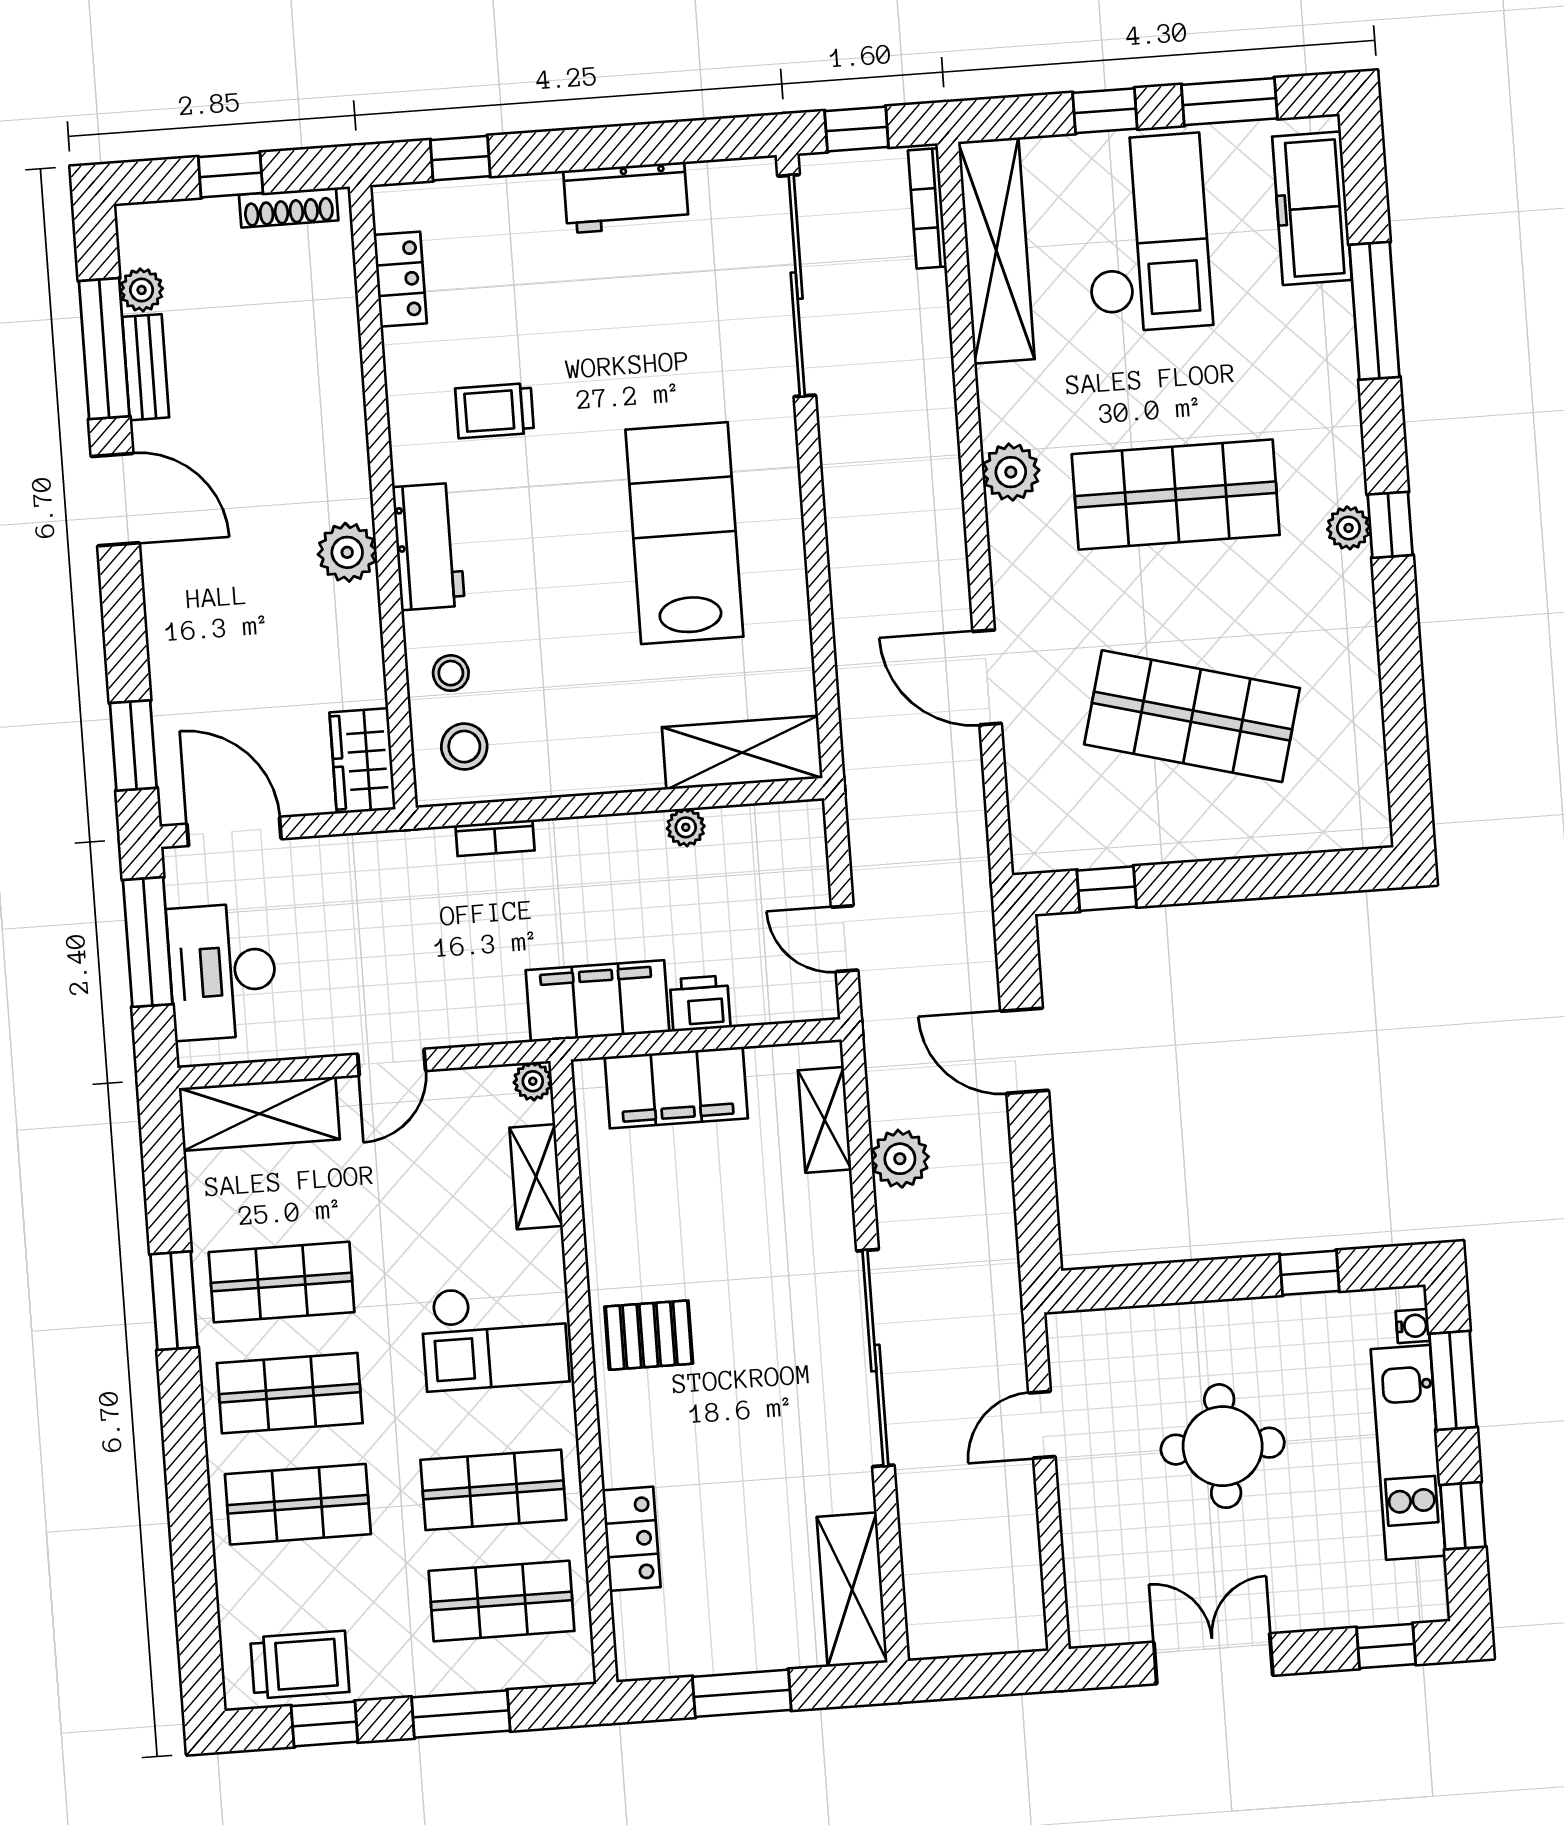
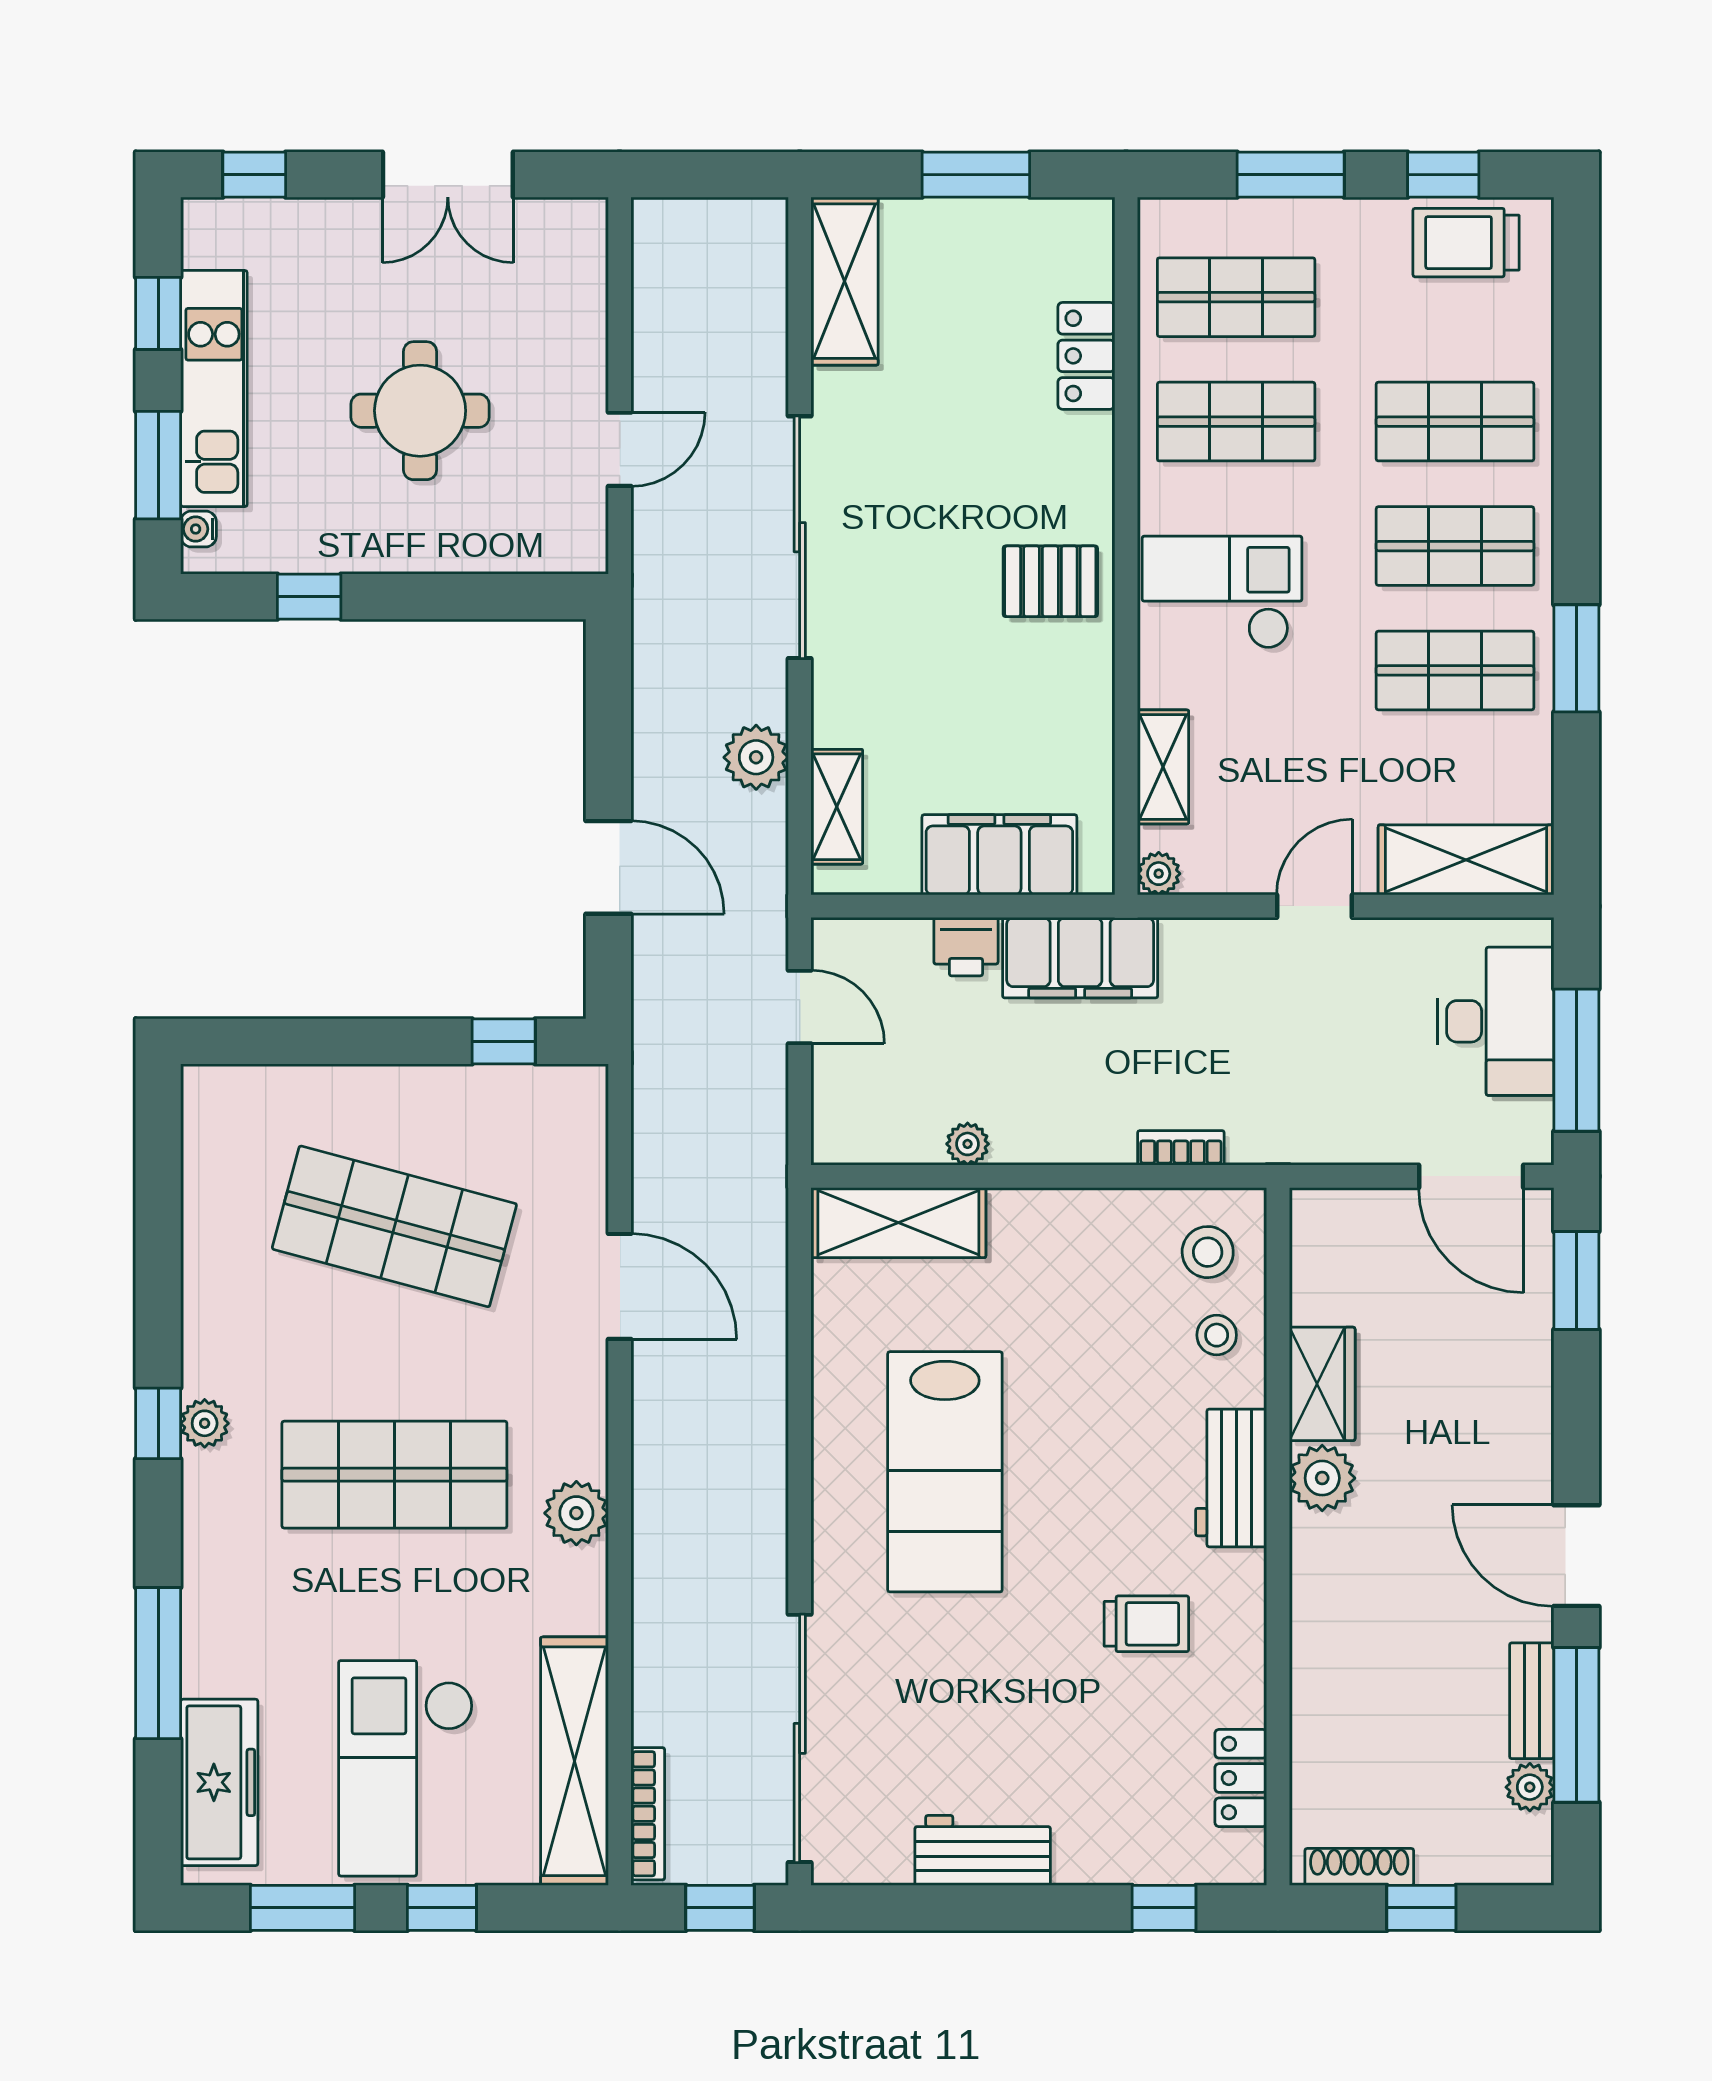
wardrobe: (363, 761) -> (1322, 1384), moved

